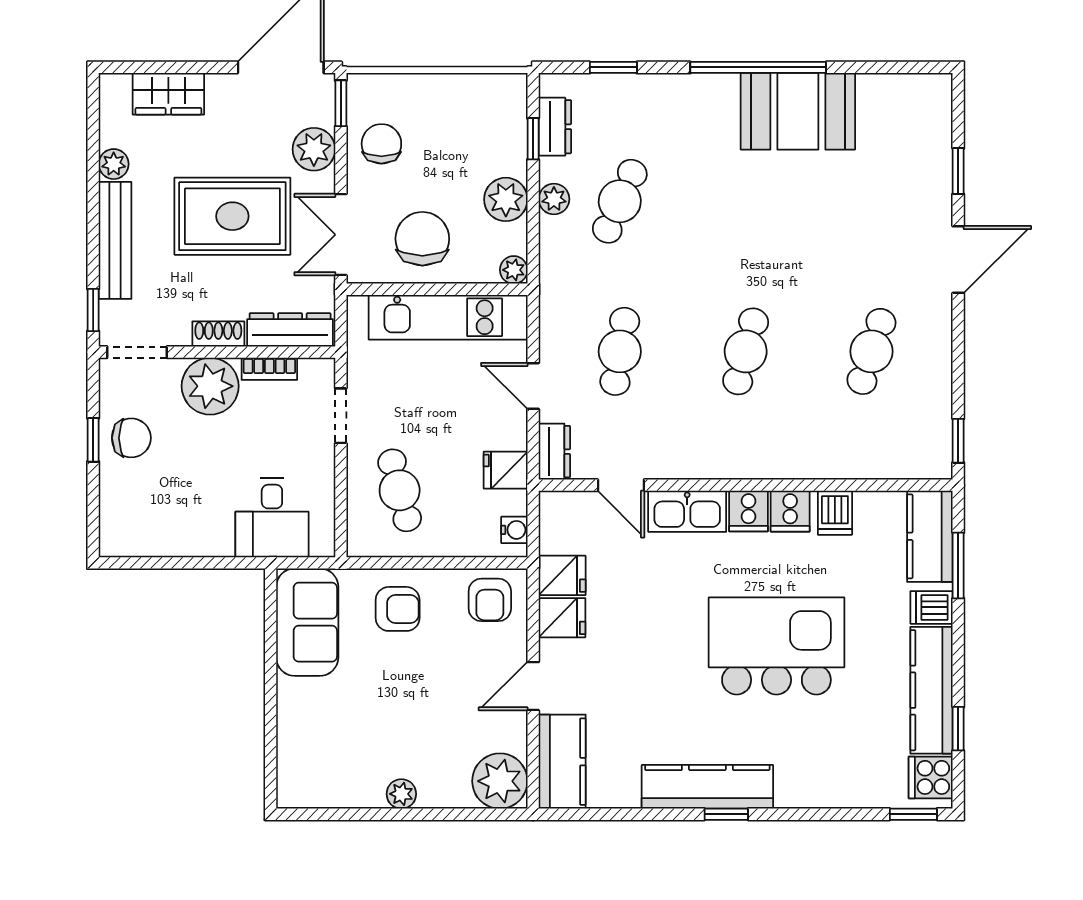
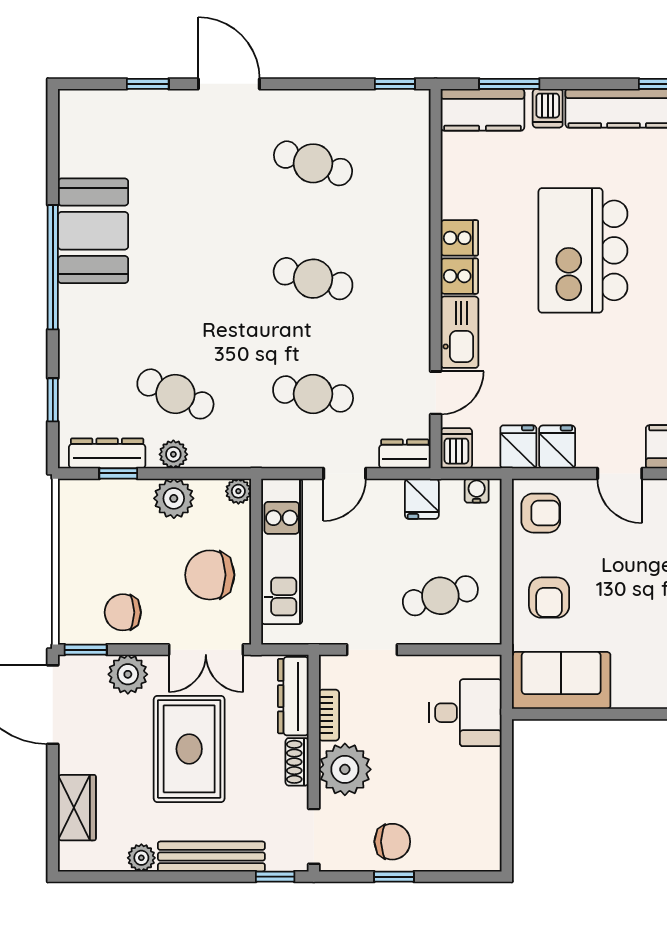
dresser: (555, 127) -> (107, 453), width x1.44
chair: (131, 438) -> (392, 842), turned 90
dishwasher: (835, 513) -> (456, 448), moved, turned -90
armchair: (398, 609) -> (549, 598), turned 180

